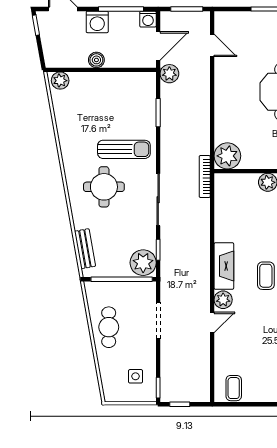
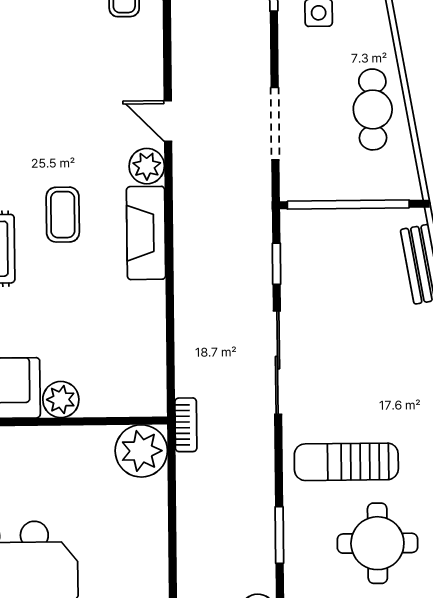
bookcase: (205, 176) -> (186, 425), width x0.64
round table: (104, 187) -> (377, 543), moved
plant: (143, 263) -> (306, 238), removed
door: (212, 322) -> (168, 121), hinge flipped

